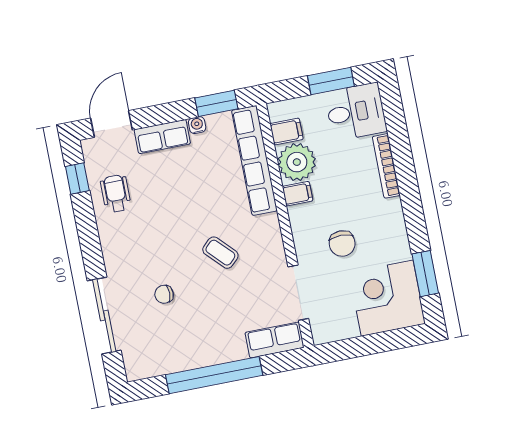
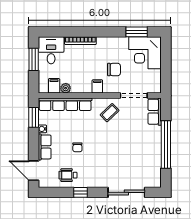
plant: (297, 162) -> (66, 88), width x0.53, depth x0.53
window: (77, 179) -> (80, 192), moved
filing cabinet: (298, 194) -> (97, 86), moved
coffee table: (220, 253) -> (110, 113), moved
chair: (164, 294) -> (77, 147), moved

